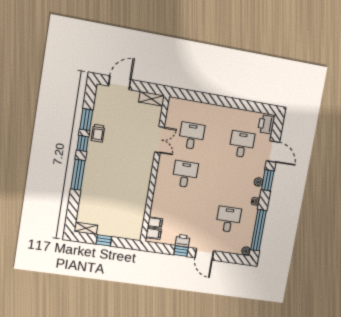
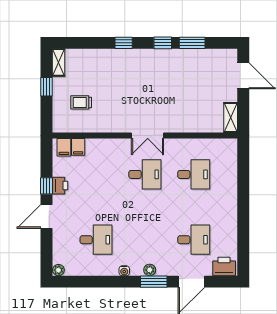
trolley: (98, 133) -> (81, 102), moved
double door: (160, 140) -> (148, 135), moved
window: (78, 175) -> (124, 43), width x0.46
window: (259, 230) -> (88, 282), removed

